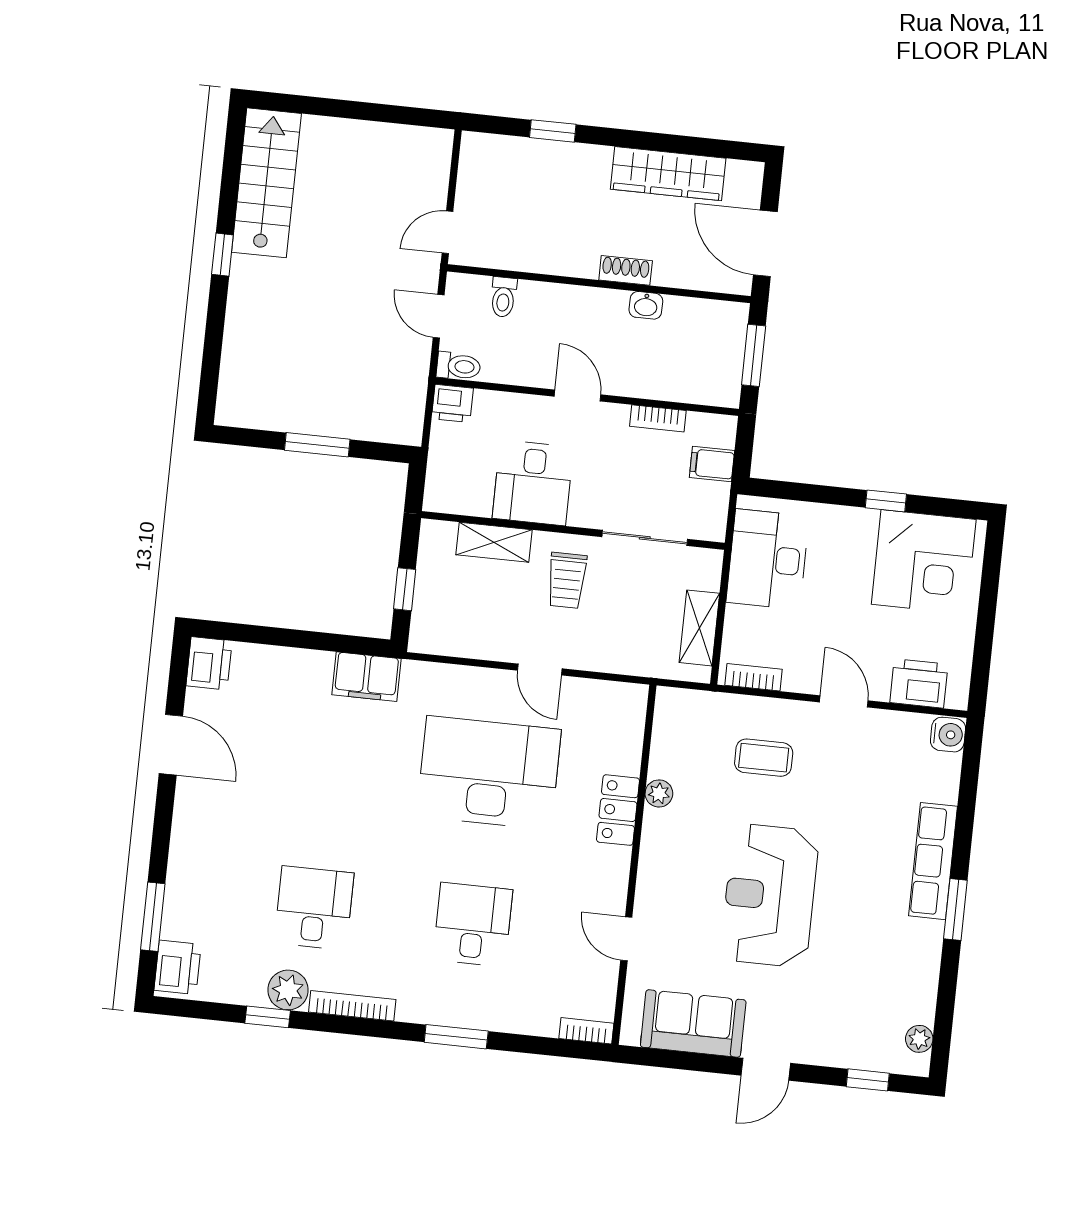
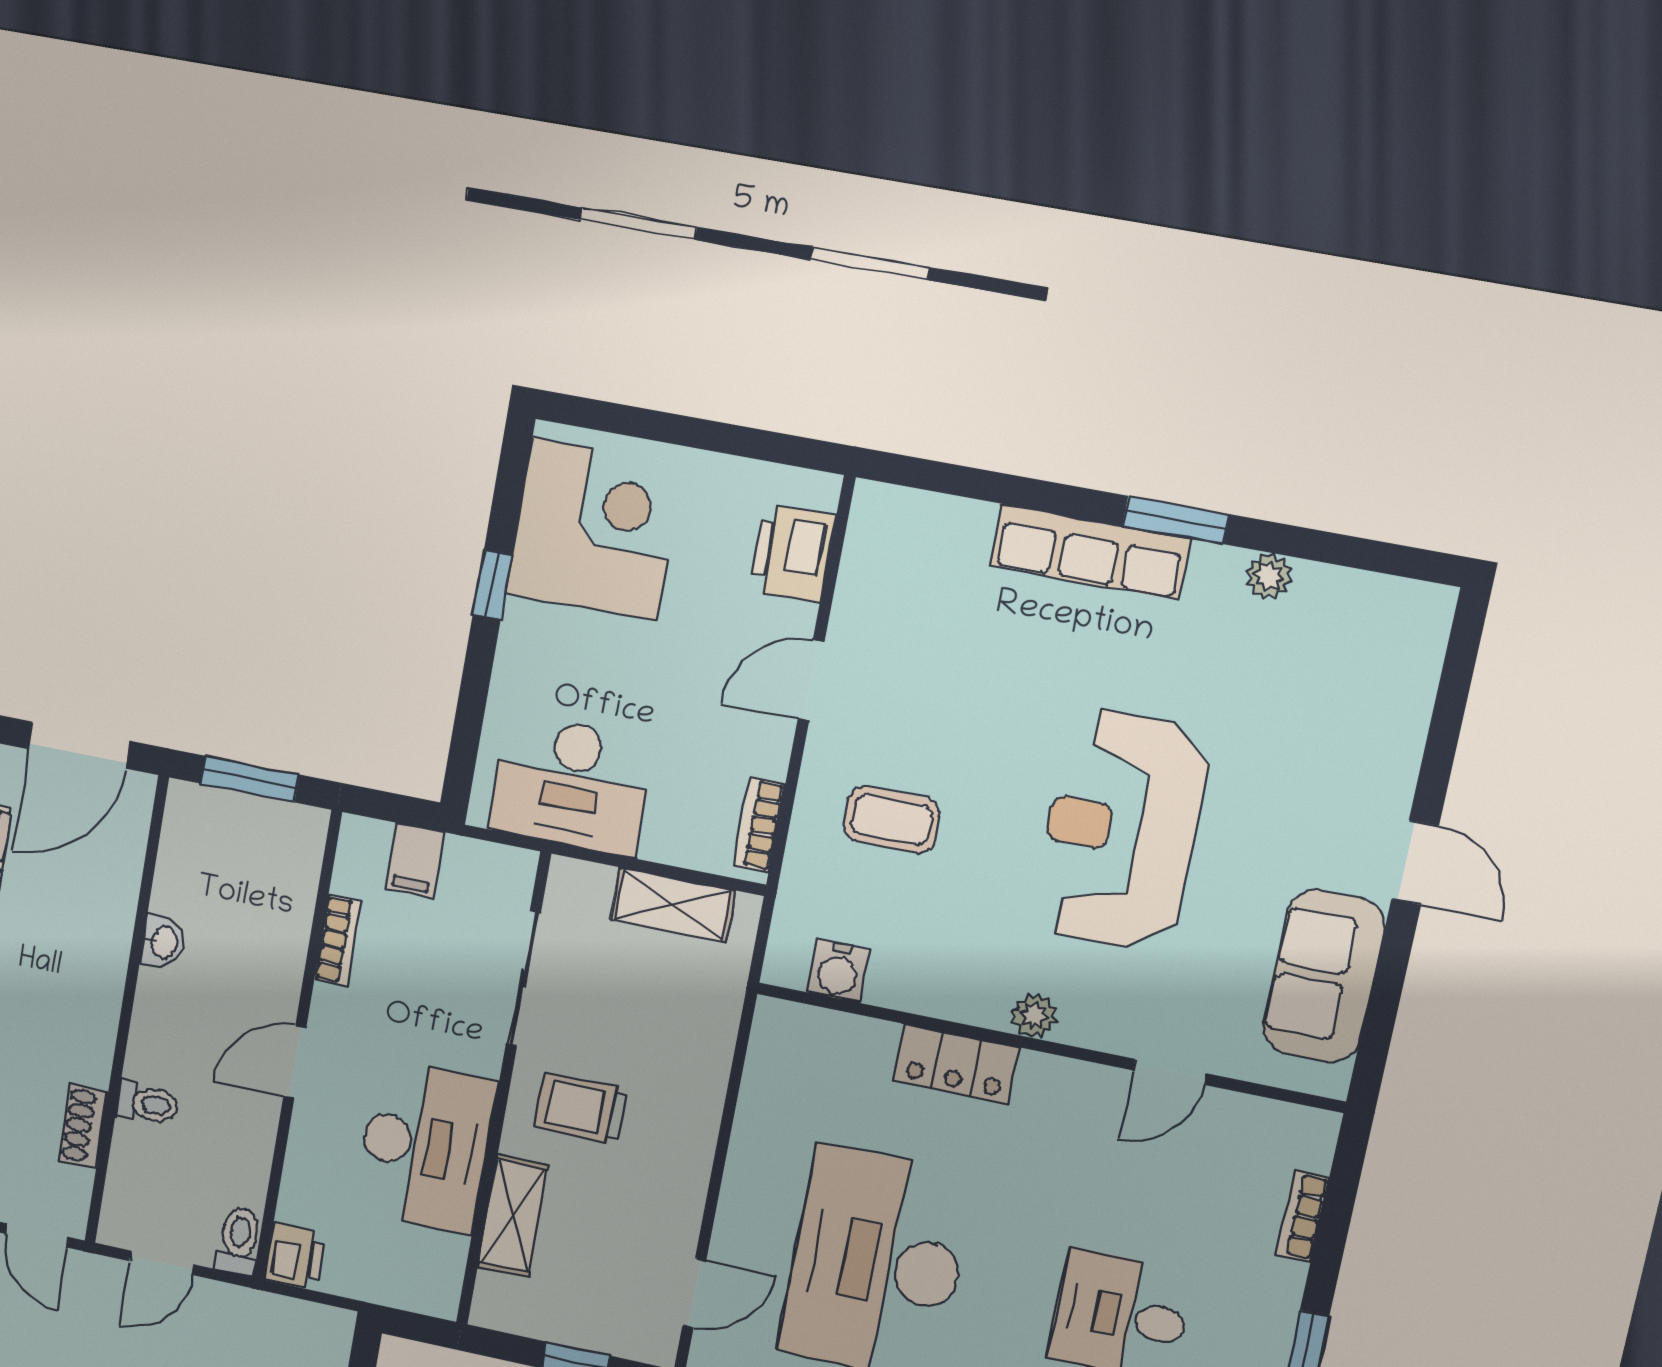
shoe rack: (626, 270) -> (84, 1126), moved
toilet: (503, 297) -> (148, 1104), moved
desk: (533, 483) -> (425, 1146), width x1.37
trolley: (567, 580) -> (581, 1108), turned 180
door: (540, 669) -> (694, 1293), moved
water cooler: (948, 735) -> (838, 971), moved, turned 180
coffee table: (764, 758) -> (892, 820), turned 90
plant: (659, 793) -> (1034, 1016), moved
reception desk: (770, 895) -> (1121, 830), turned 90
bookcase: (586, 1031) -> (1303, 1216), moved
plant: (919, 1039) -> (1269, 576), moved
window: (868, 1080) -> (1453, 692), removed

